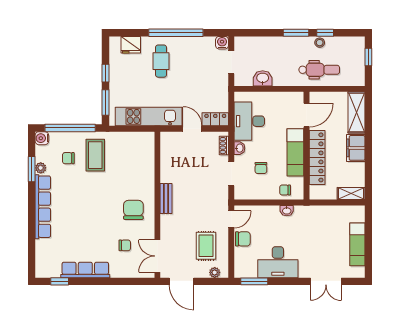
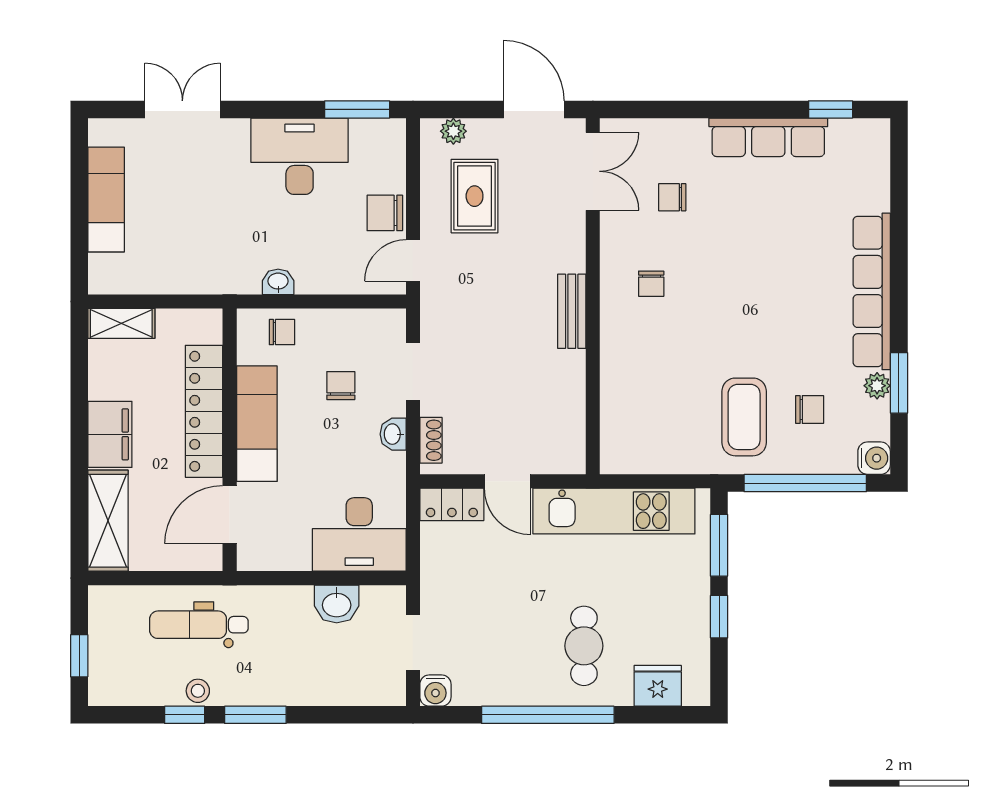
desk: (249, 121) -> (359, 534), moved, turned 90
chair: (133, 210) -> (651, 284), width x0.54, depth x0.54

